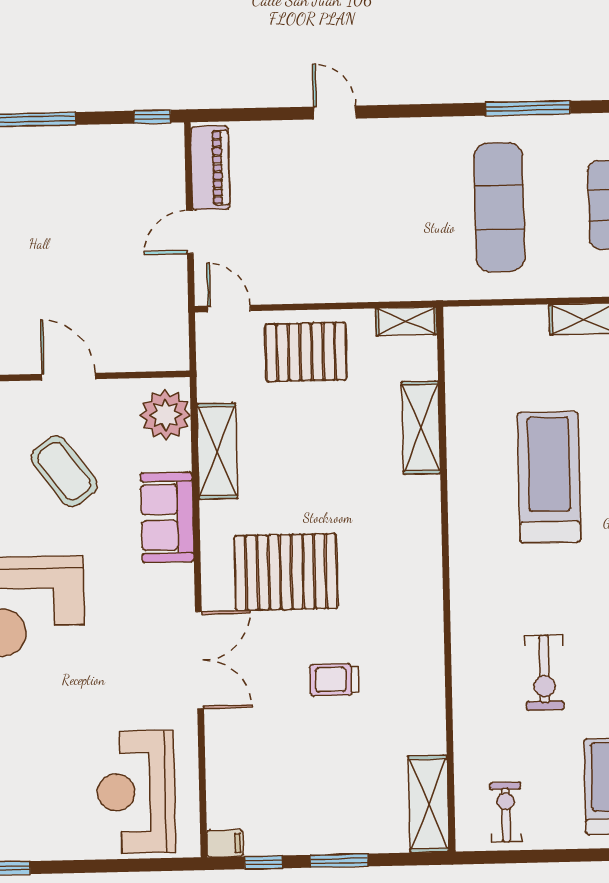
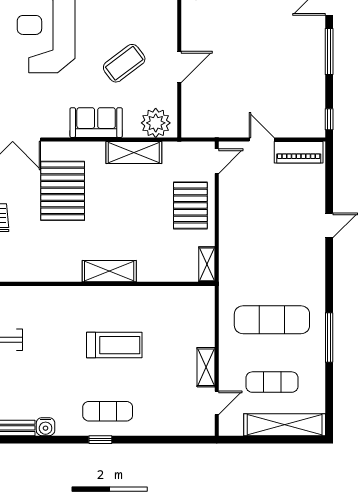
shelving: (421, 428) -> (109, 271), moved
treadmill: (549, 477) -> (114, 345), width x0.73, depth x0.73

